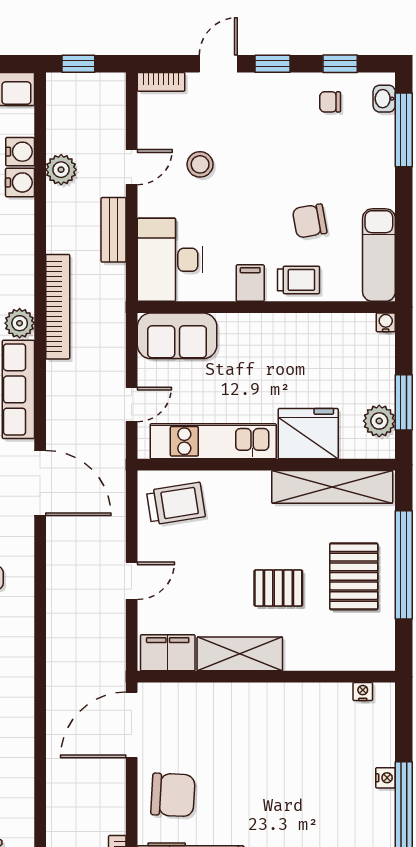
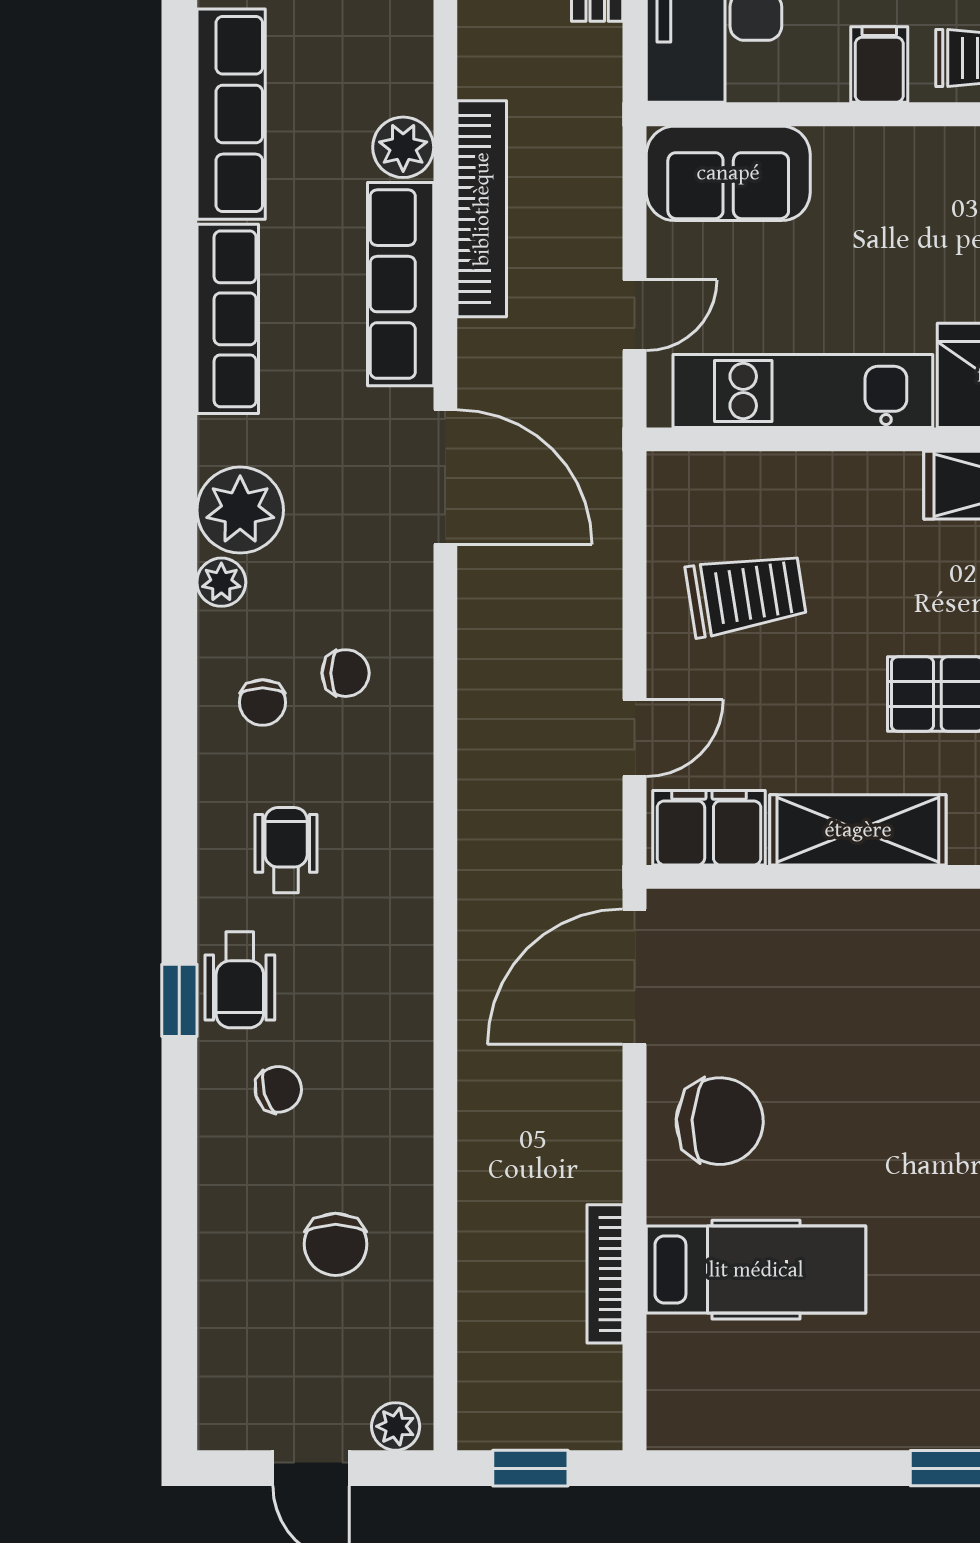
bookcase: (58, 307) -> (482, 209), moved
trolley: (176, 504) -> (746, 594), moved
door: (132, 581) -> (635, 738), moved

